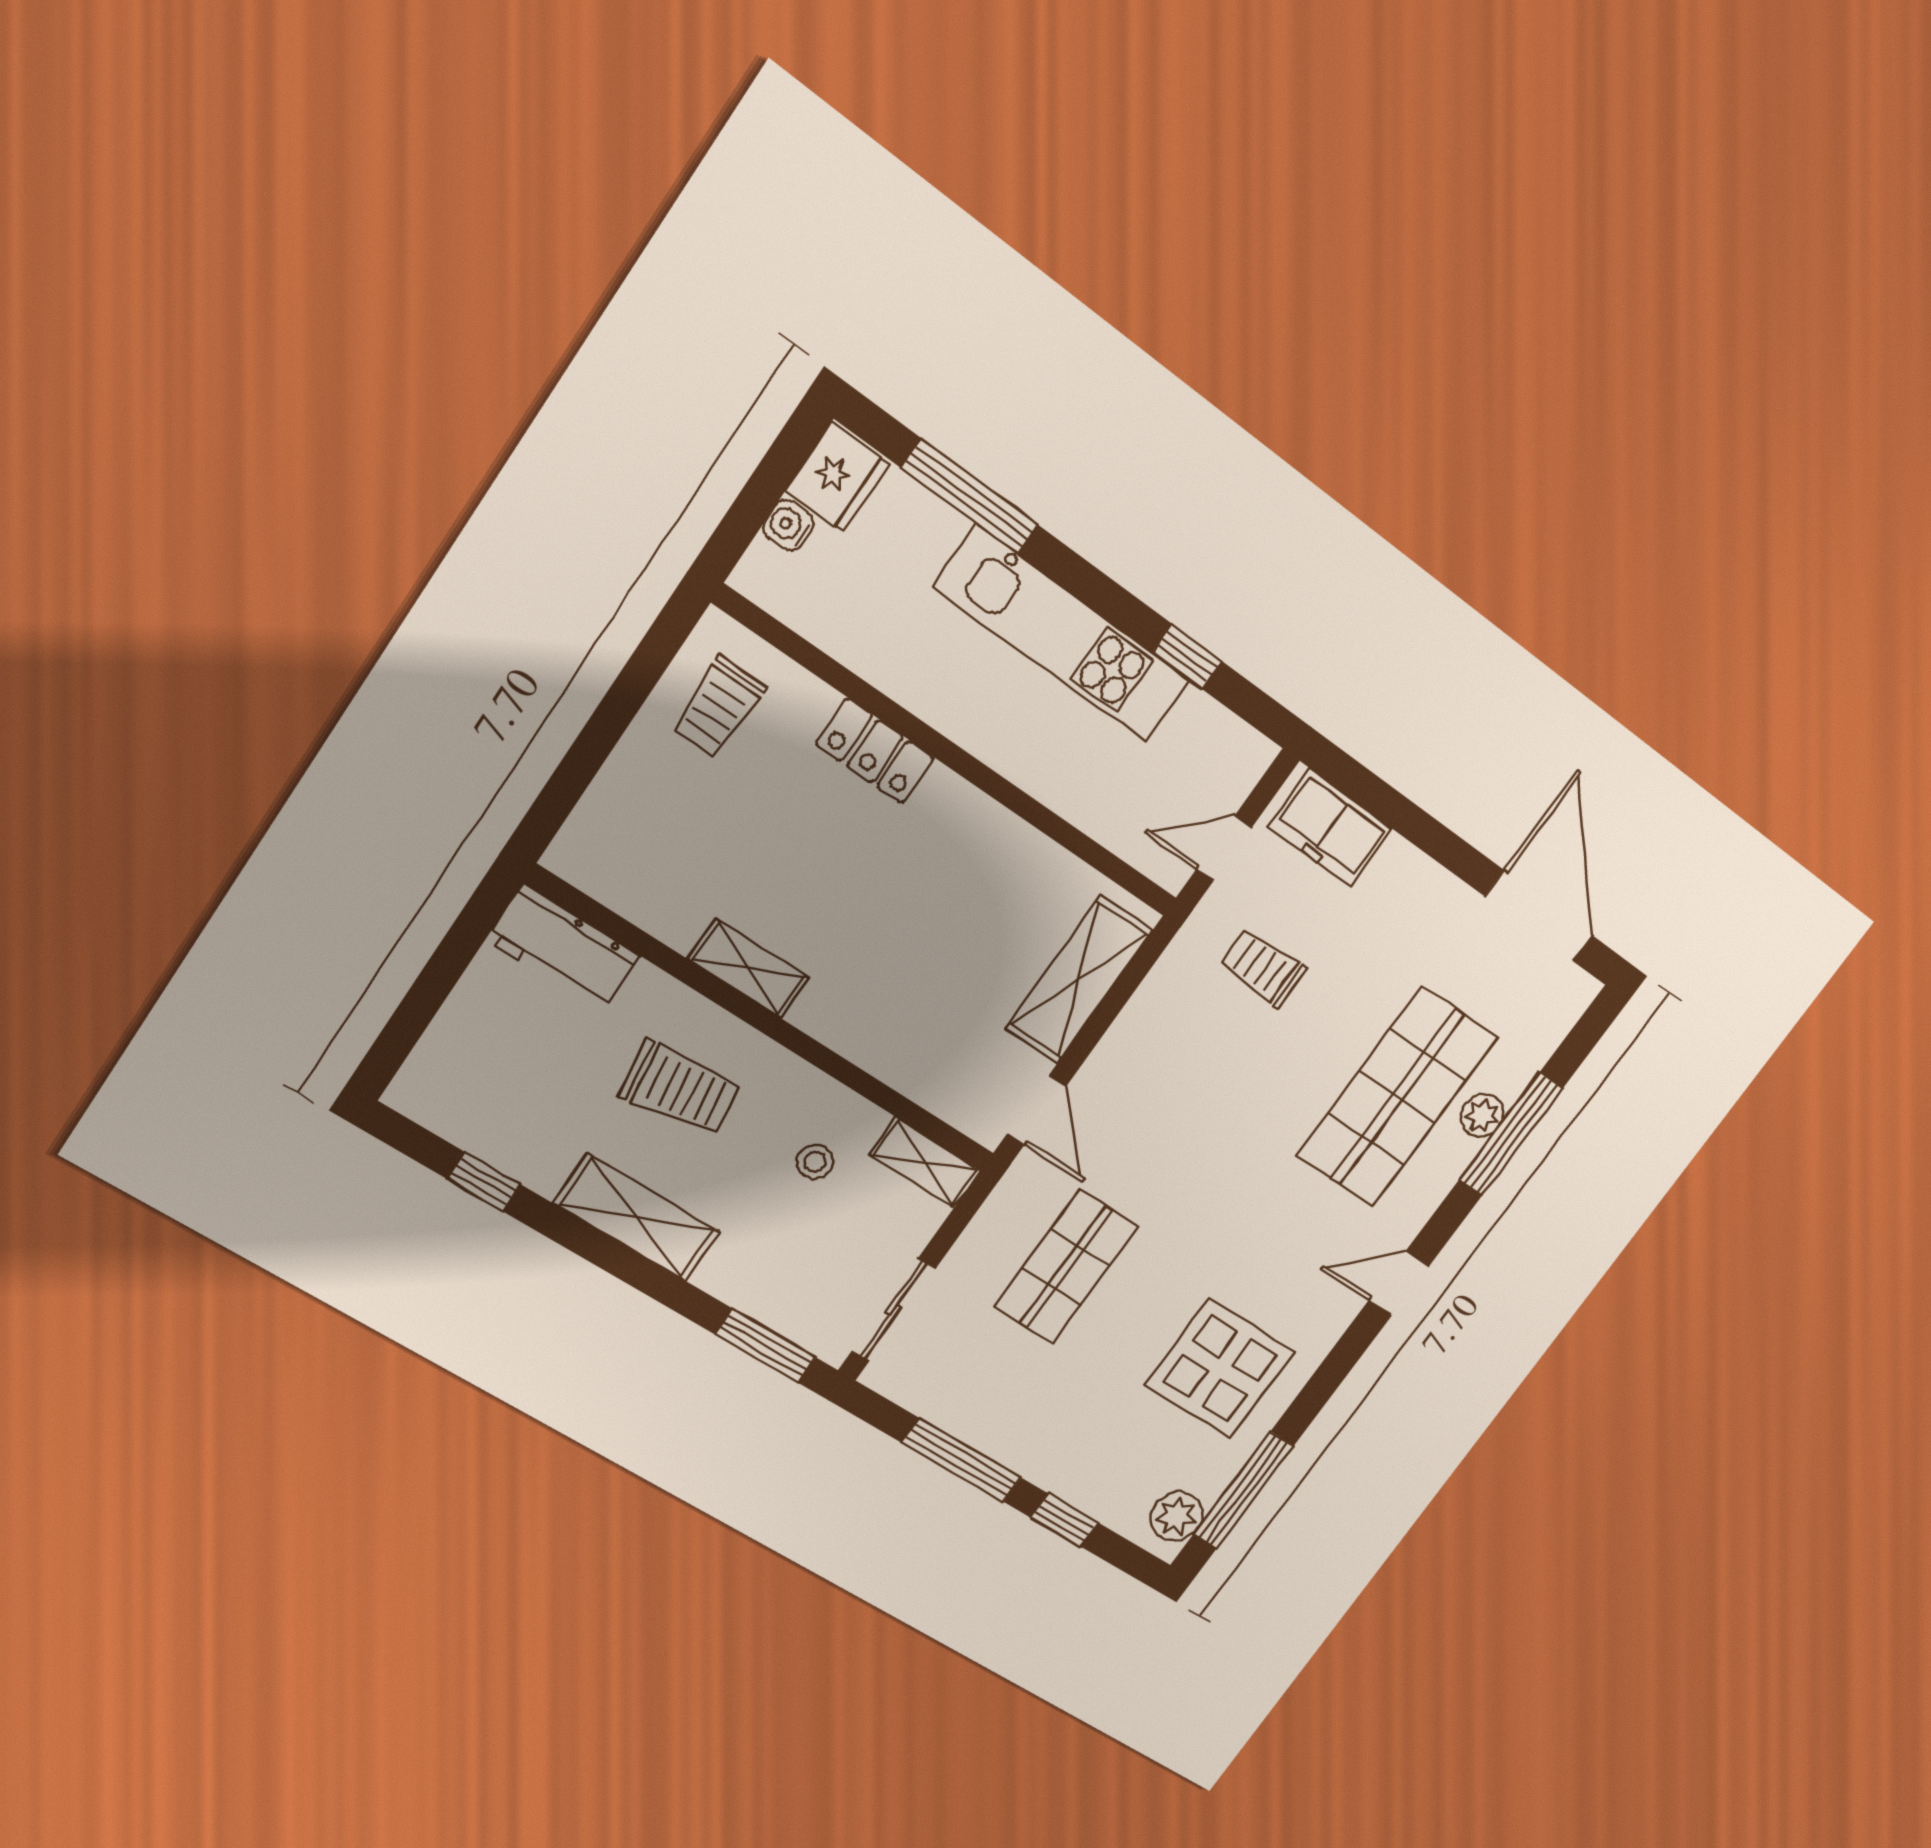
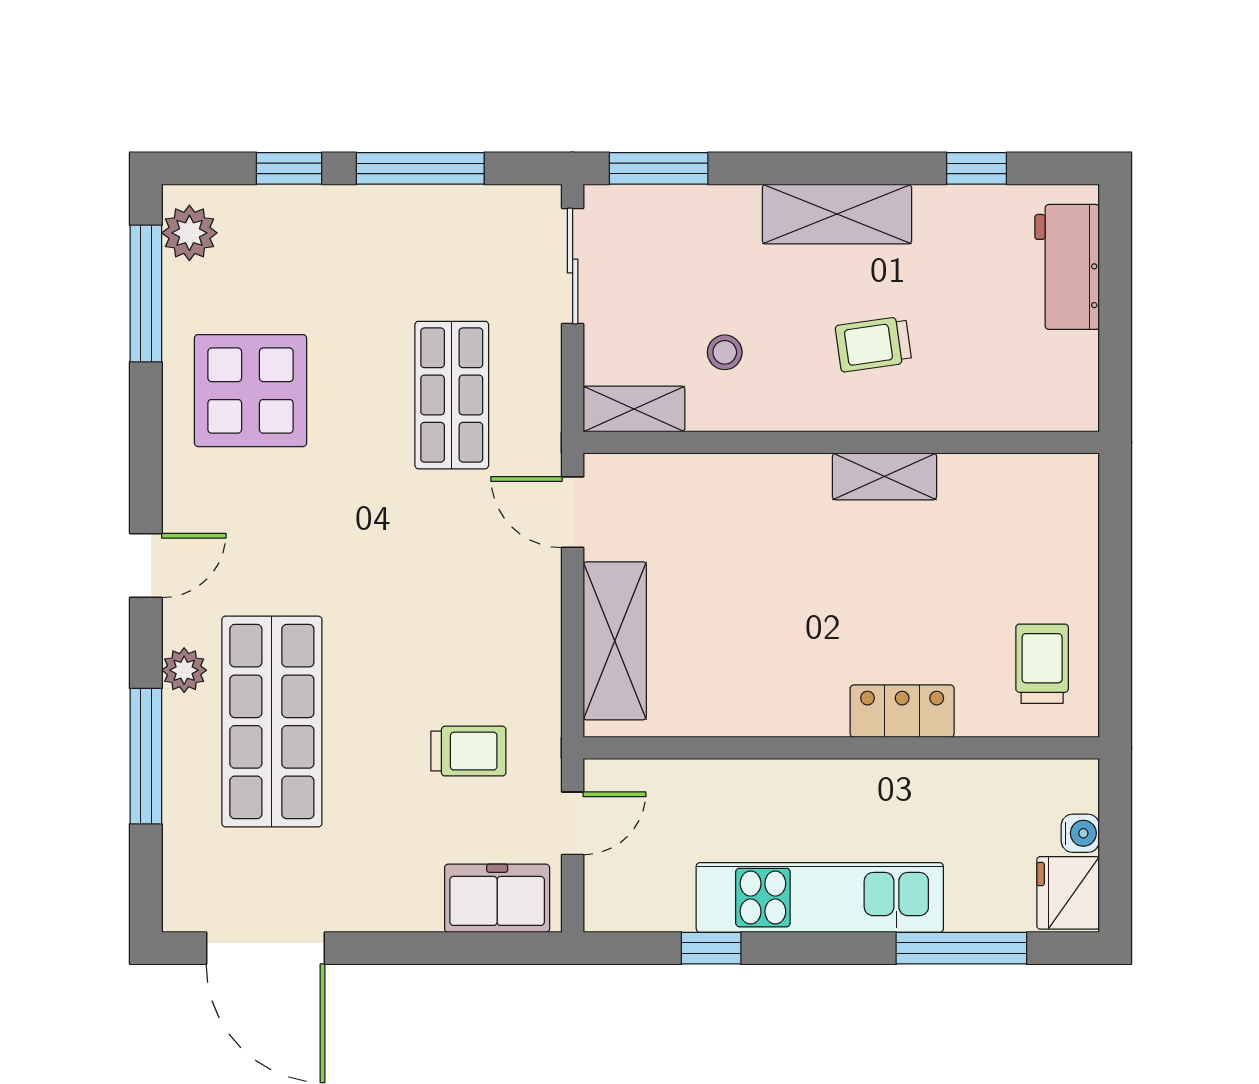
workbench: (563, 948) -> (1067, 267), moved, turned -90
trolley: (680, 1088) -> (873, 344), width x0.73, depth x0.72
plant: (1482, 1116) -> (184, 670), moved

